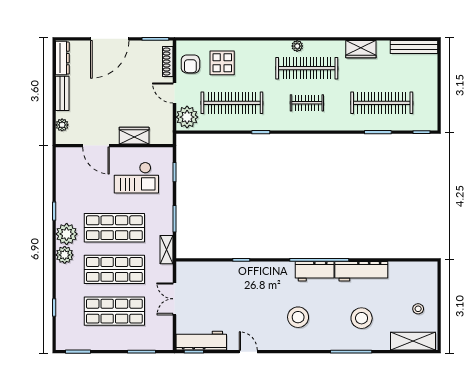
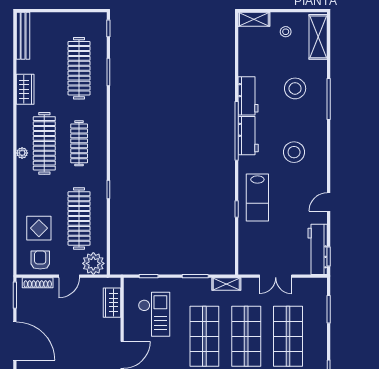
armchair: (190, 64) -> (40, 260), turned -90
clothes rail: (307, 103) -> (79, 143), width x1.36
wardrobe: (134, 136) -> (112, 303), moved
workbench: (361, 271) -> (248, 96), width x0.73
shelving: (431, 277) -> (254, 19), added
lab bench: (253, 281) -> (257, 197), added

